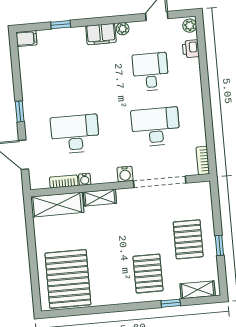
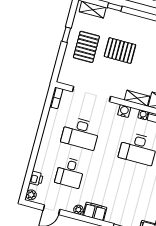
water cooler: (125, 174) -> (124, 111), moved
pallet: (148, 274) -> (120, 51), moved, turned 90

